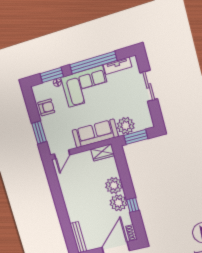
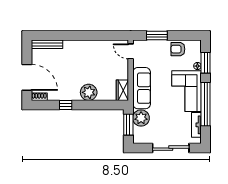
sliding door: (149, 86) -> (171, 148), width x1.37
armchair: (46, 107) -> (178, 49), turned 90
plant: (119, 203) -> (71, 92), removed

